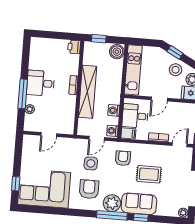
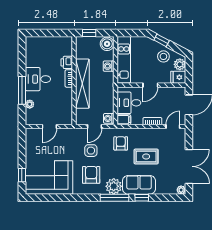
printer: (74, 47) -> (67, 62), moved
washing machine: (114, 110) -> (109, 66), moved

